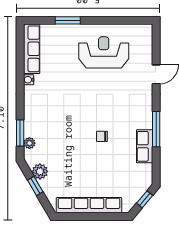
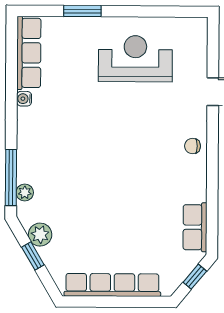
window: (156, 129) -> (212, 173), removed
window: (20, 133) -> (11, 177), width x1.44
chair: (102, 136) -> (193, 146), moved
row of seats: (145, 146) -> (195, 227), moved

